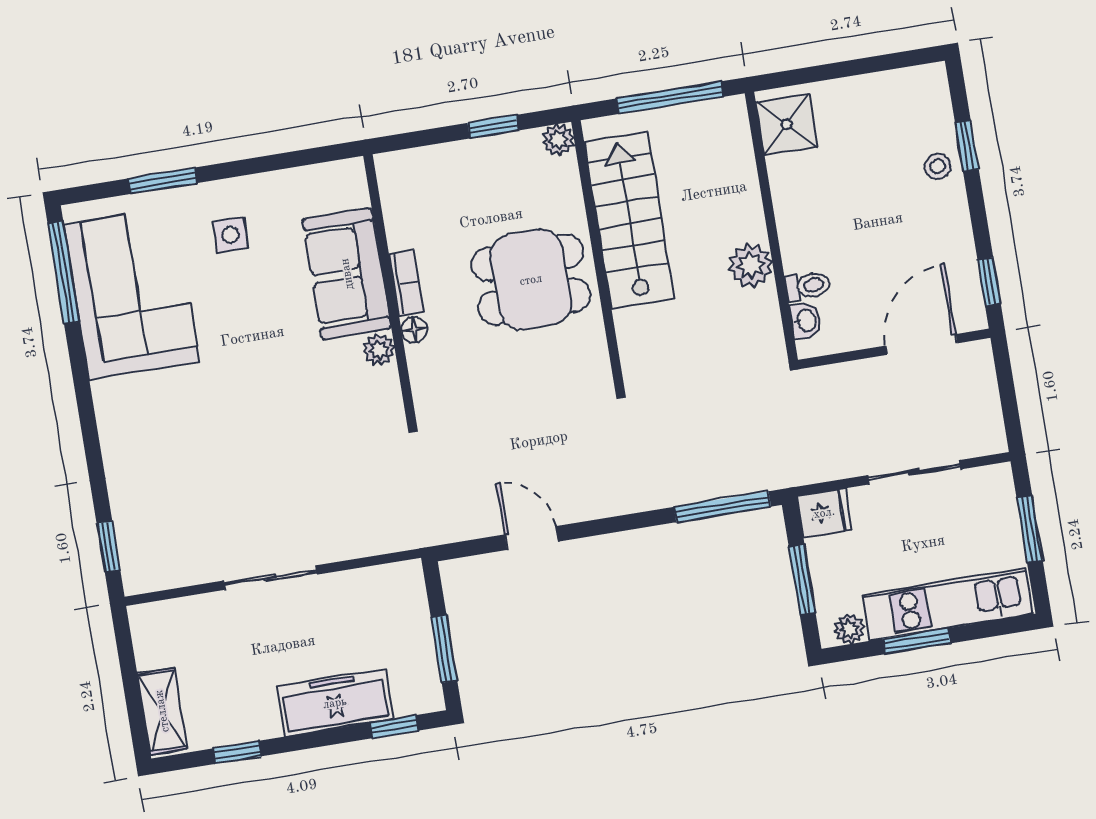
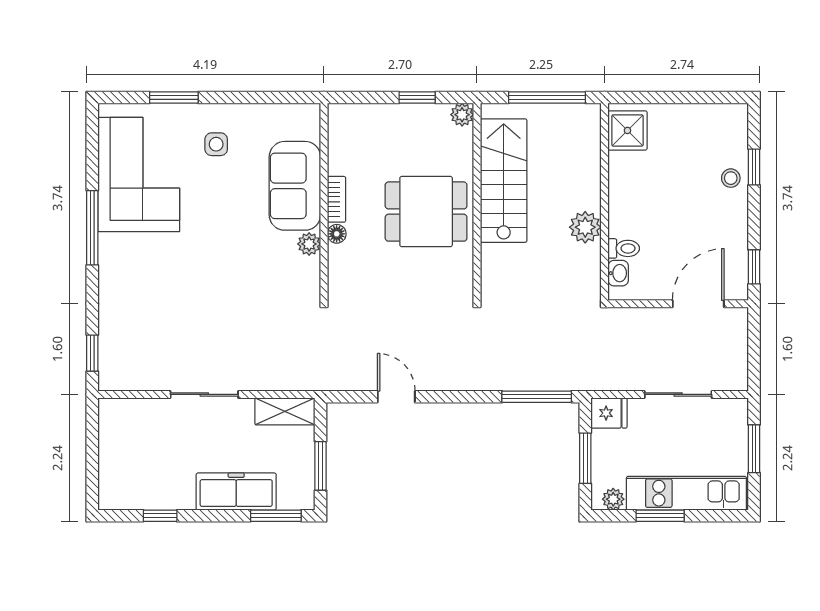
window: (64, 273) -> (92, 228), moved
shelving: (162, 711) -> (285, 411), moved, turned 90
window: (394, 727) -> (276, 516), width x1.50

